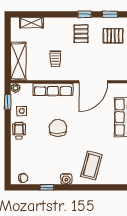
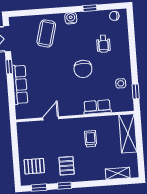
door: (93, 82) -> (51, 118), width x0.53
plant: (16, 88) -> (129, 106), removed
row of seats: (53, 90) -> (97, 107), width x0.68
wheelchair: (19, 131) -> (103, 44), moved

